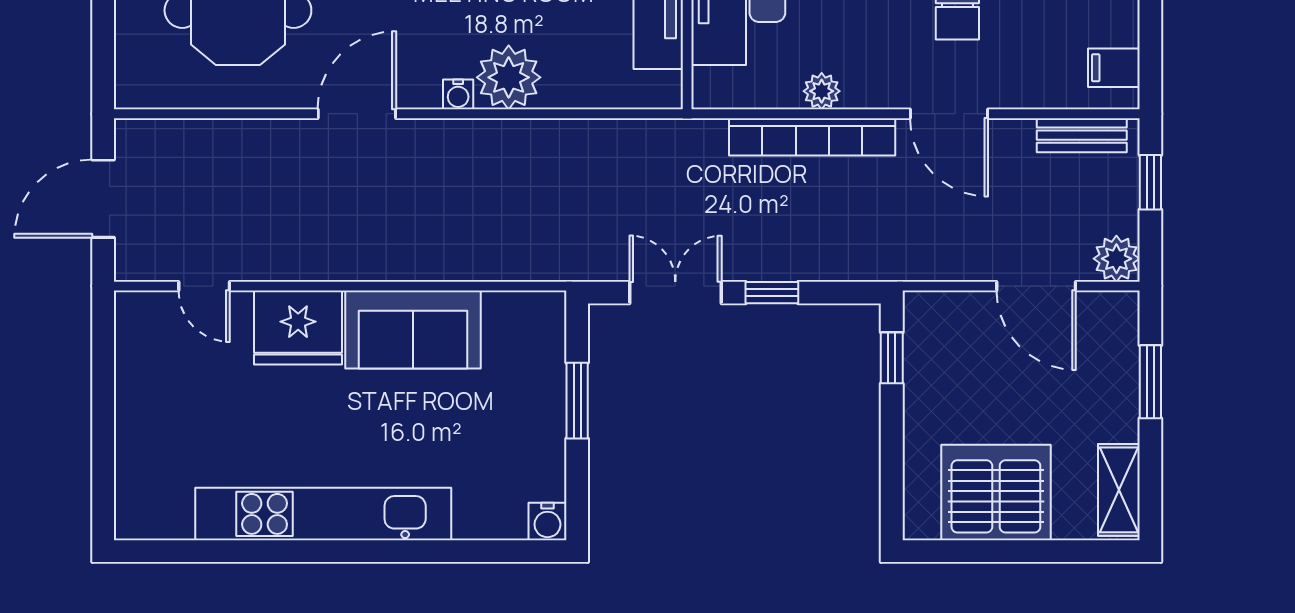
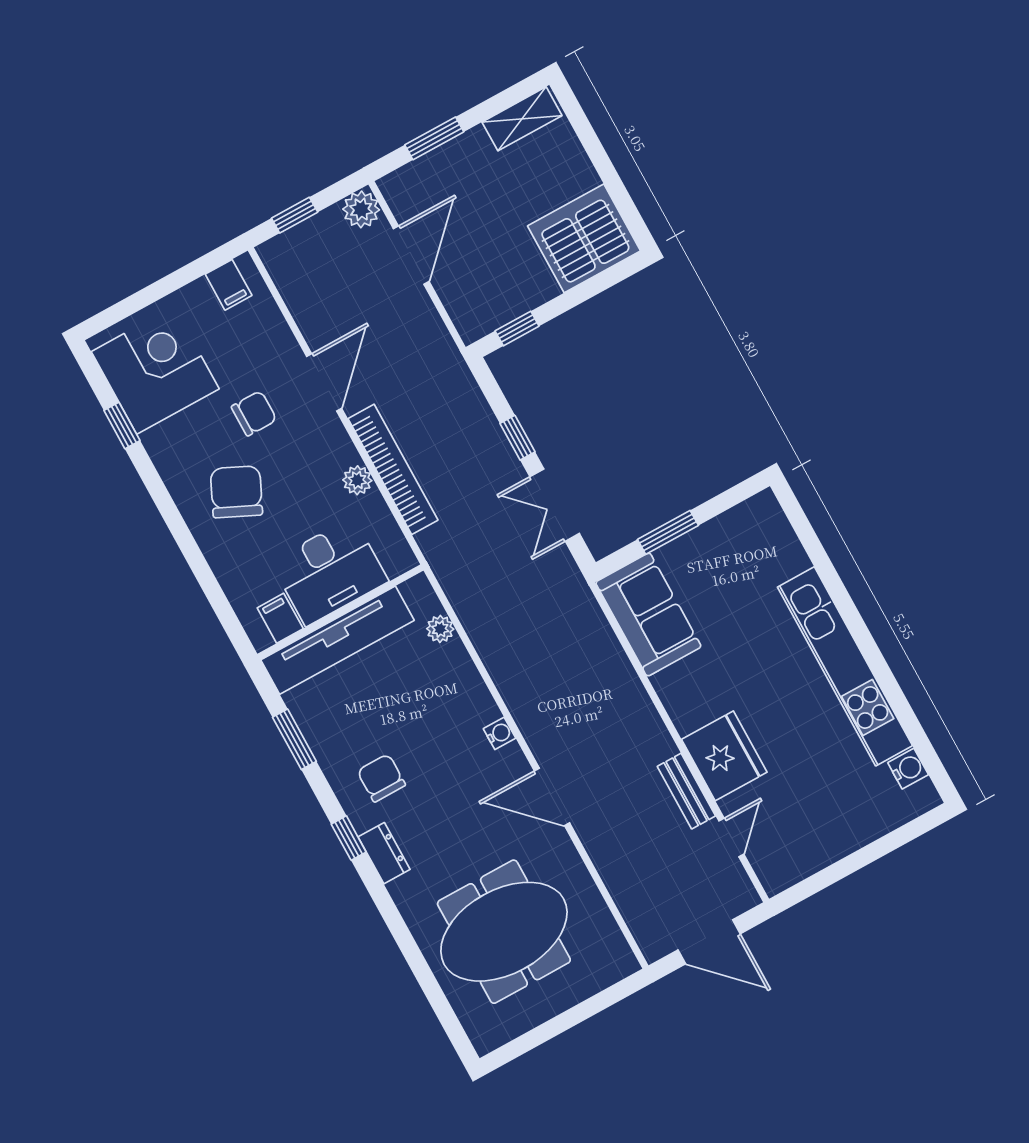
plant: (509, 77) -> (440, 629), moved, width x0.53, depth x0.53
bench: (1082, 135) -> (686, 791), moved
sofa: (413, 329) -> (648, 615), moved
server rack: (996, 493) -> (584, 238), moved, turned 90
water cooler: (547, 521) -> (908, 769), moved

